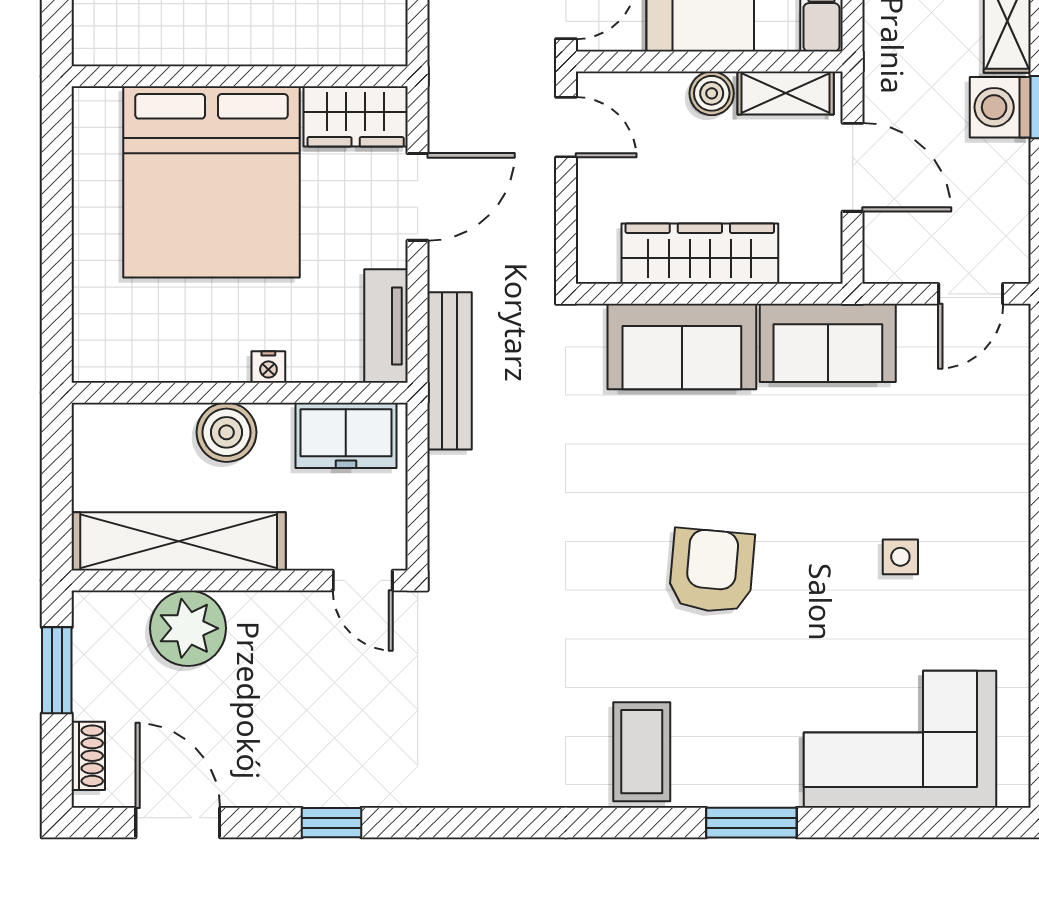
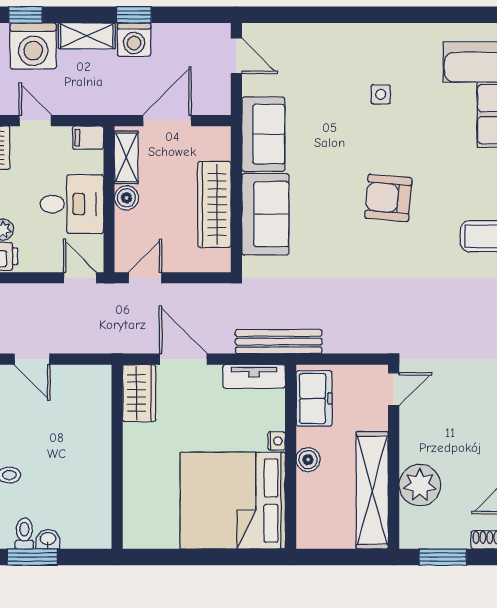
bed: (212, 182) -> (233, 501), moved, turned 180
boiler: (227, 432) -> (308, 460), width x0.73, depth x0.73

